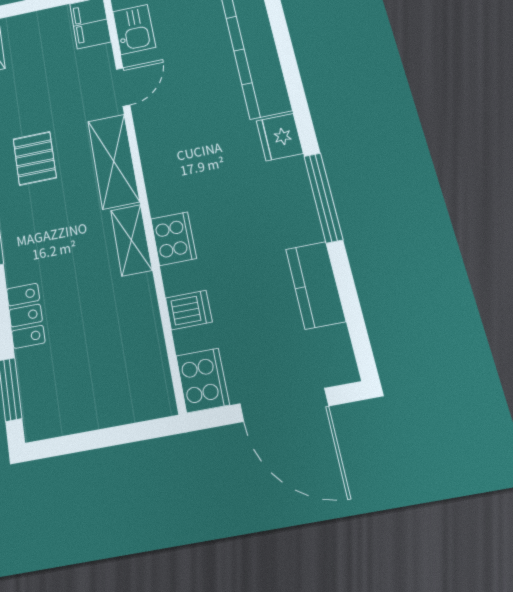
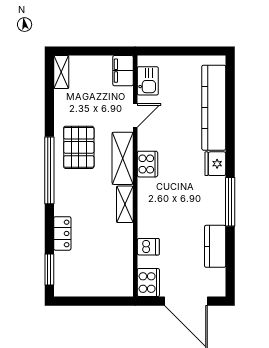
pallet: (35, 158) -> (79, 147), width x1.50, depth x1.42
cooker: (174, 239) -> (147, 164), moved

